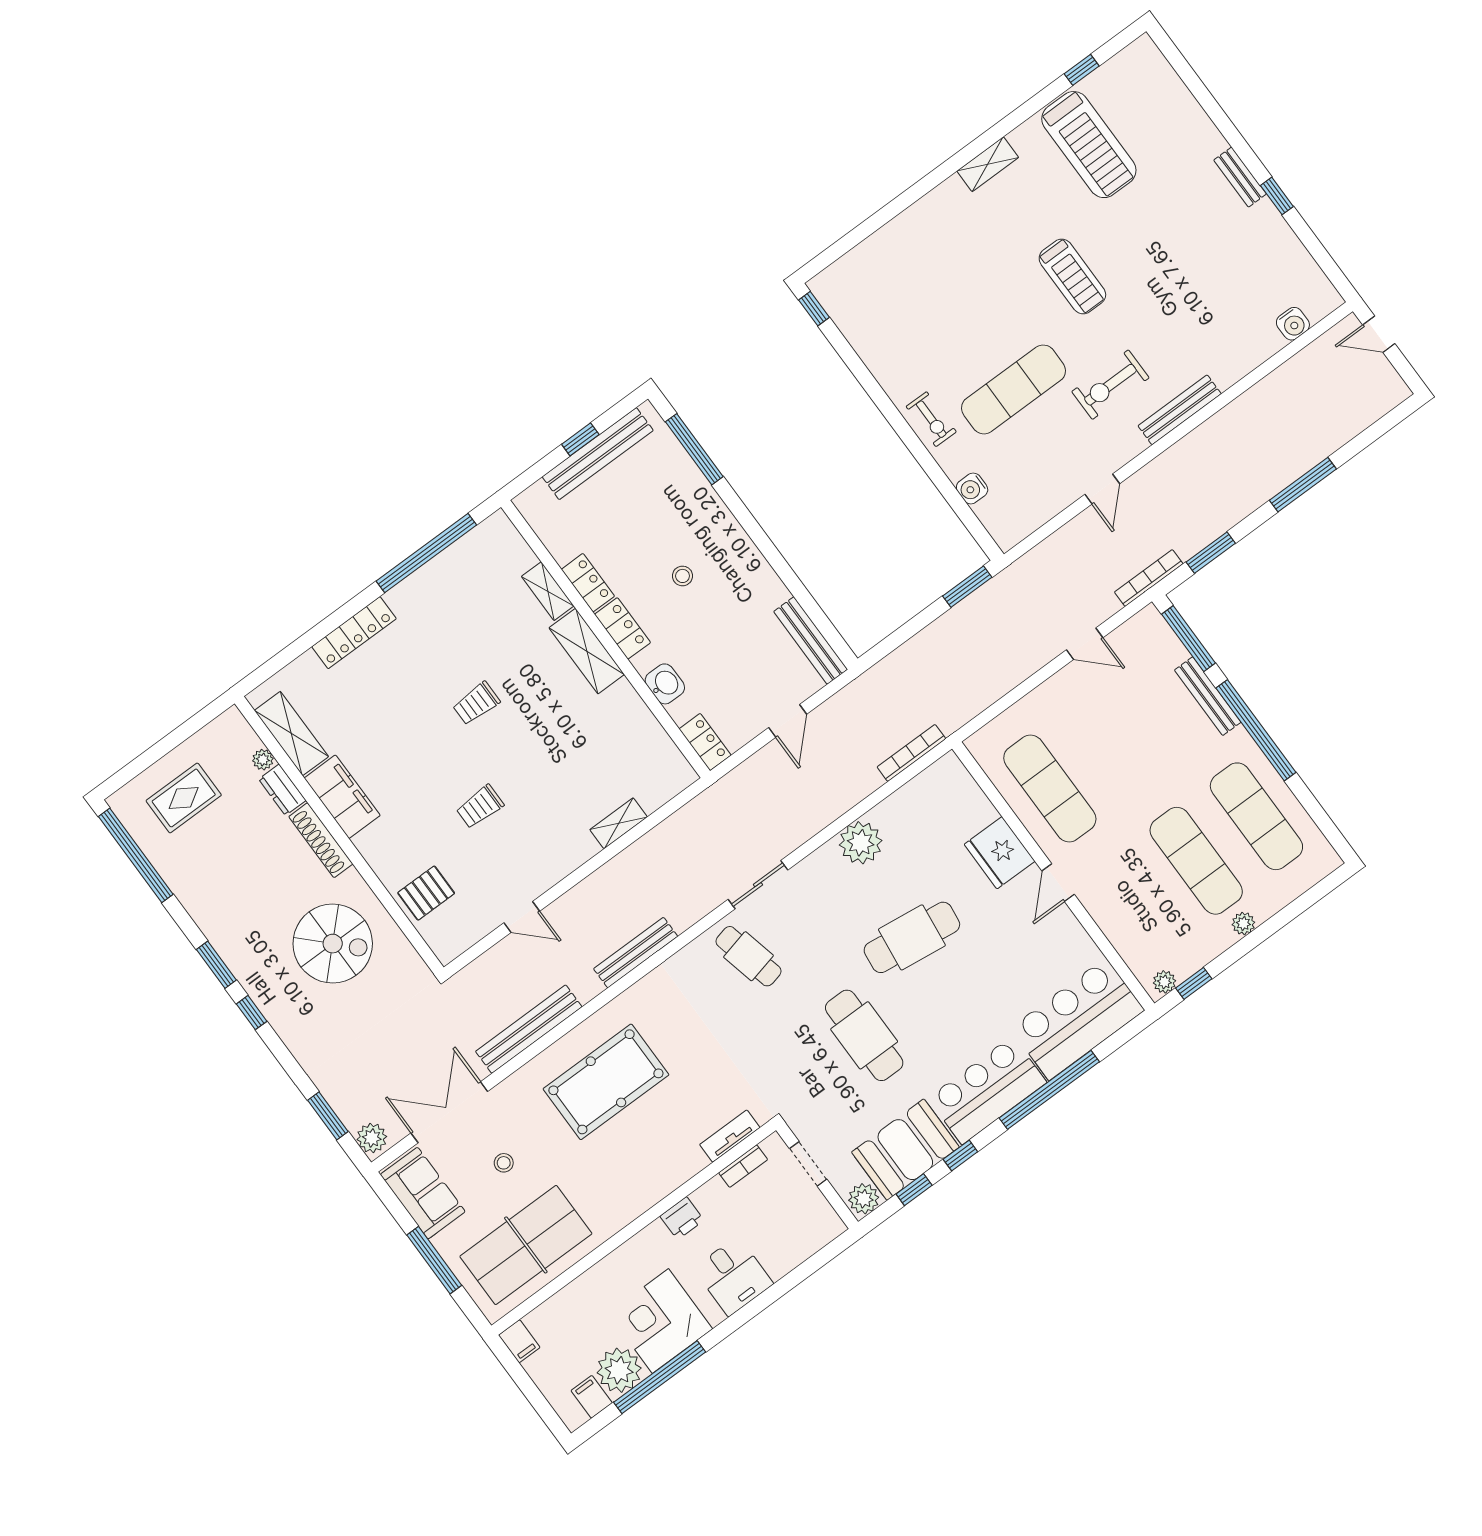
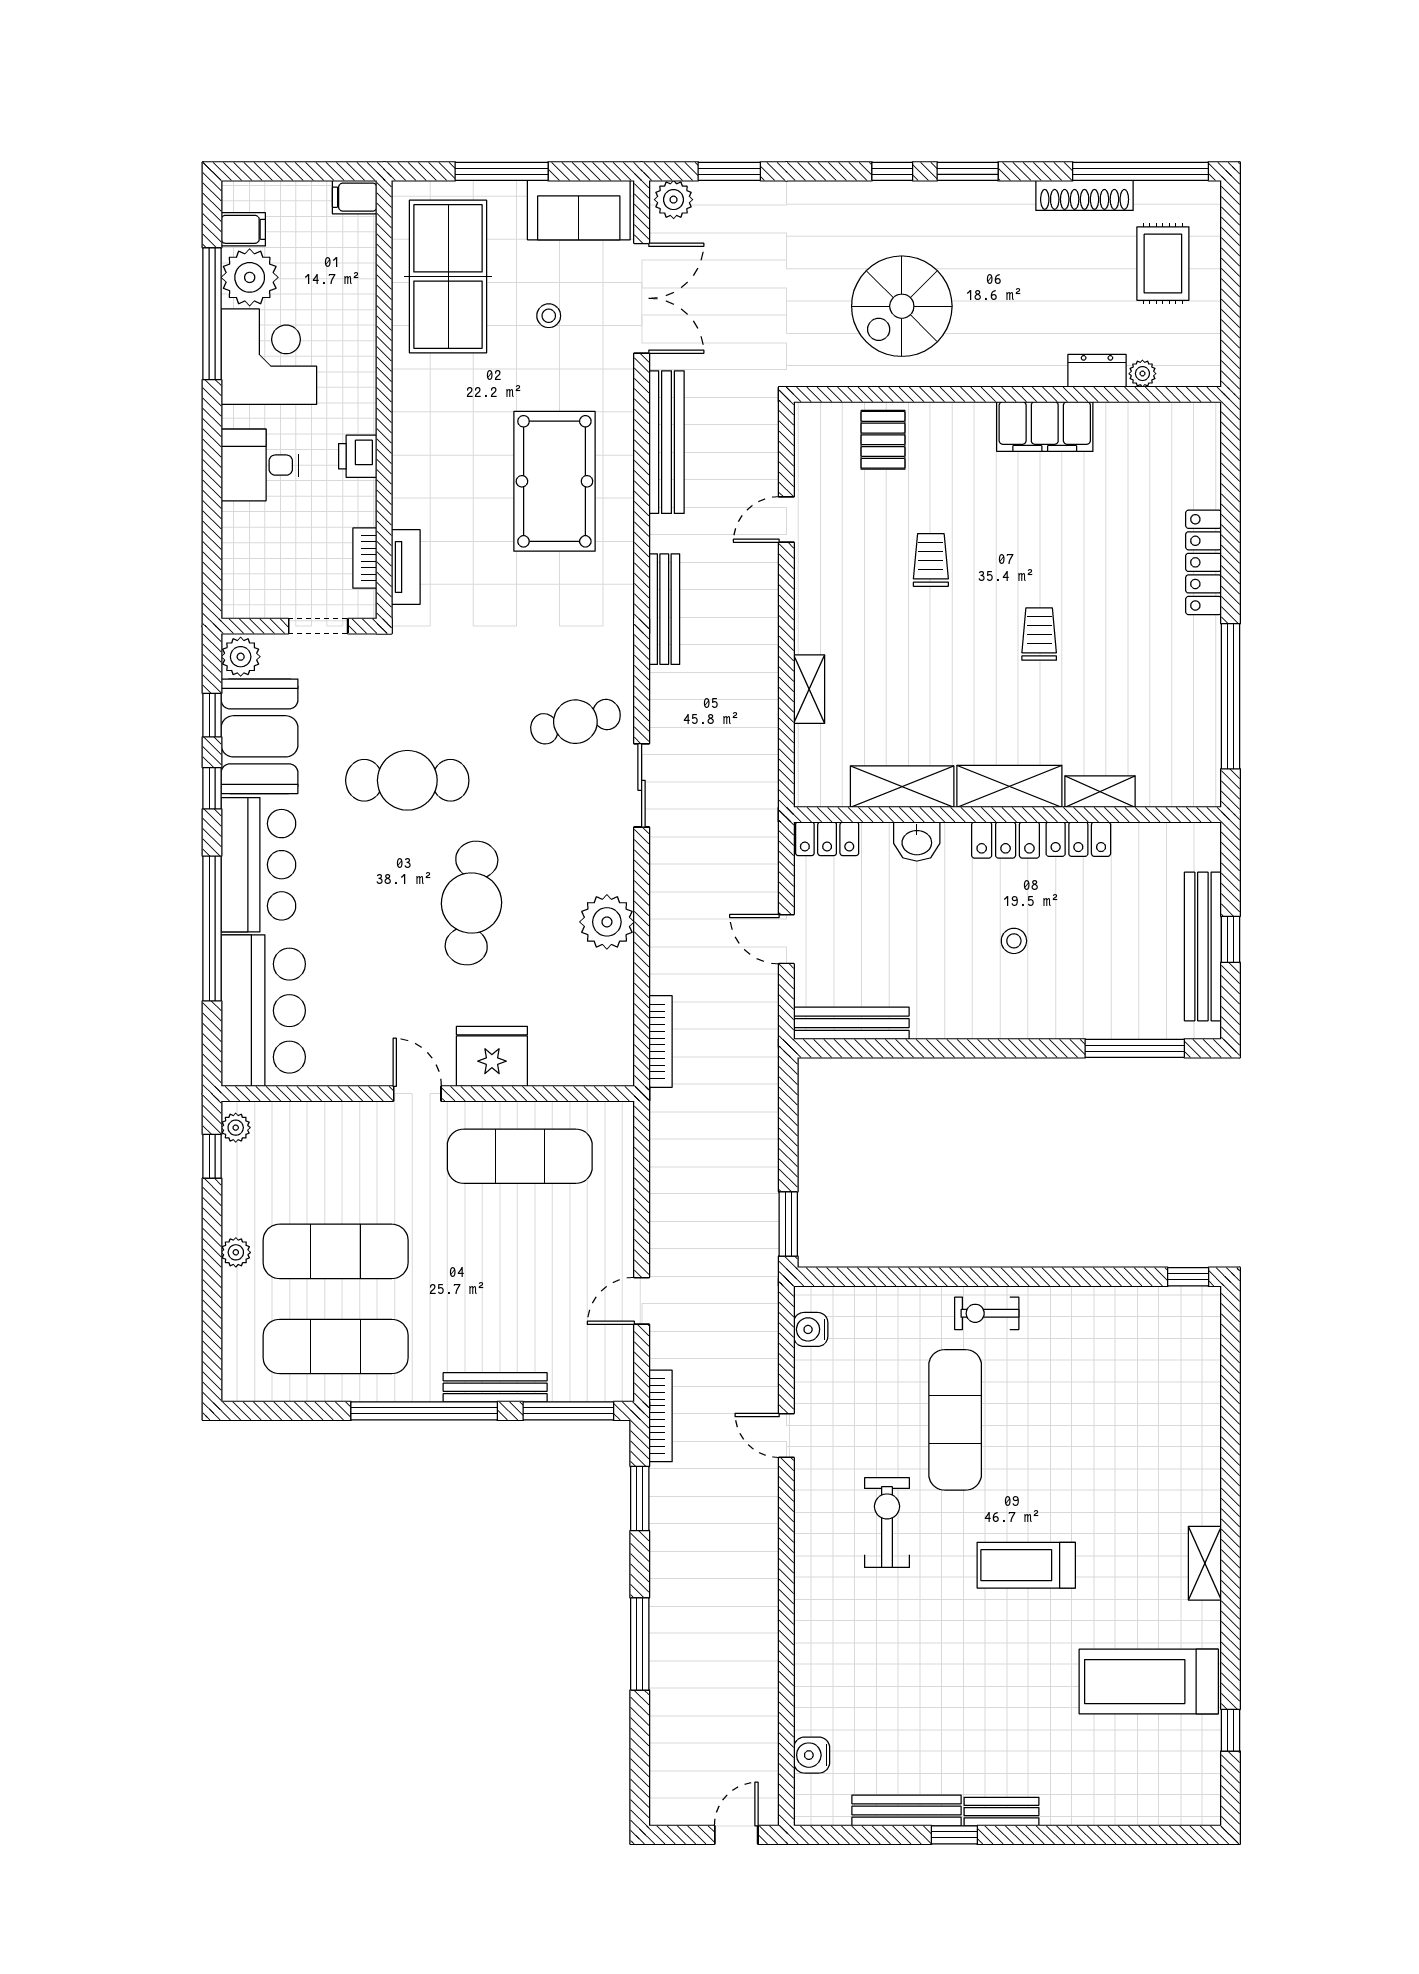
bench: (1180, 410) -> (906, 1811), moved, turned 90
water cooler: (972, 488) -> (811, 1329), moved, turned -90
shelving: (291, 734) -> (902, 787), moved
shoe rack: (321, 840) -> (1085, 195), moved, turned 180

